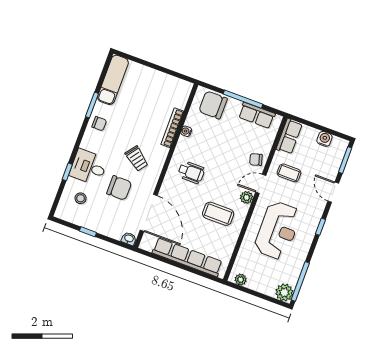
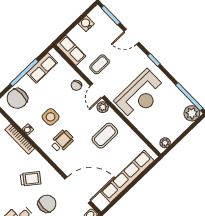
side table: (210, 148) -> (51, 117), added
reception desk: (278, 230) -> (140, 95), turned 90

